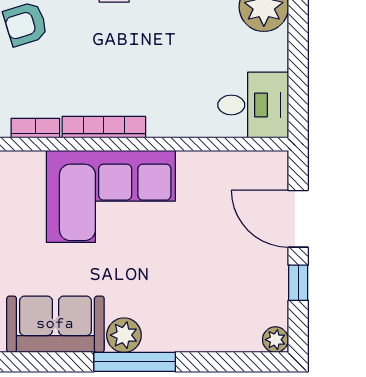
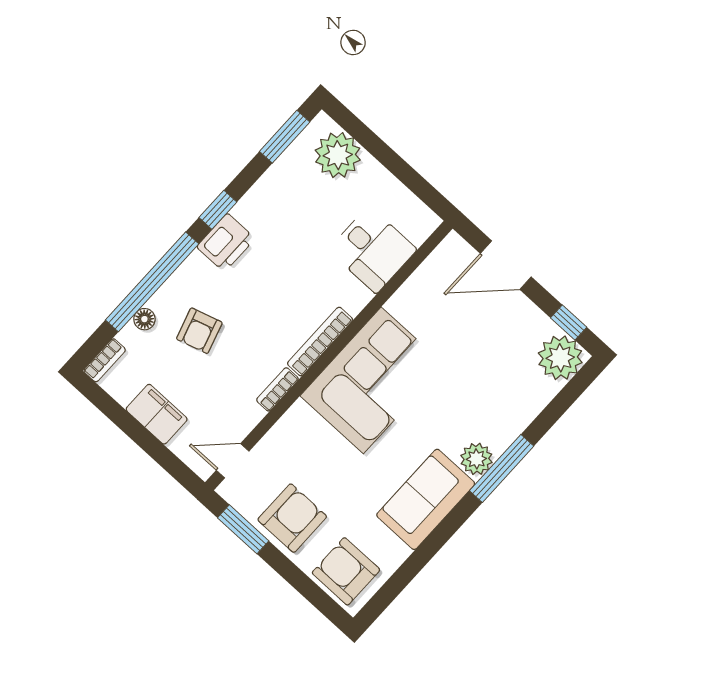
desk: (253, 105) -> (373, 250), moved, turned 90
window: (298, 283) -> (569, 323), moved
plant: (275, 340) -> (560, 358), width x1.88, depth x1.88

